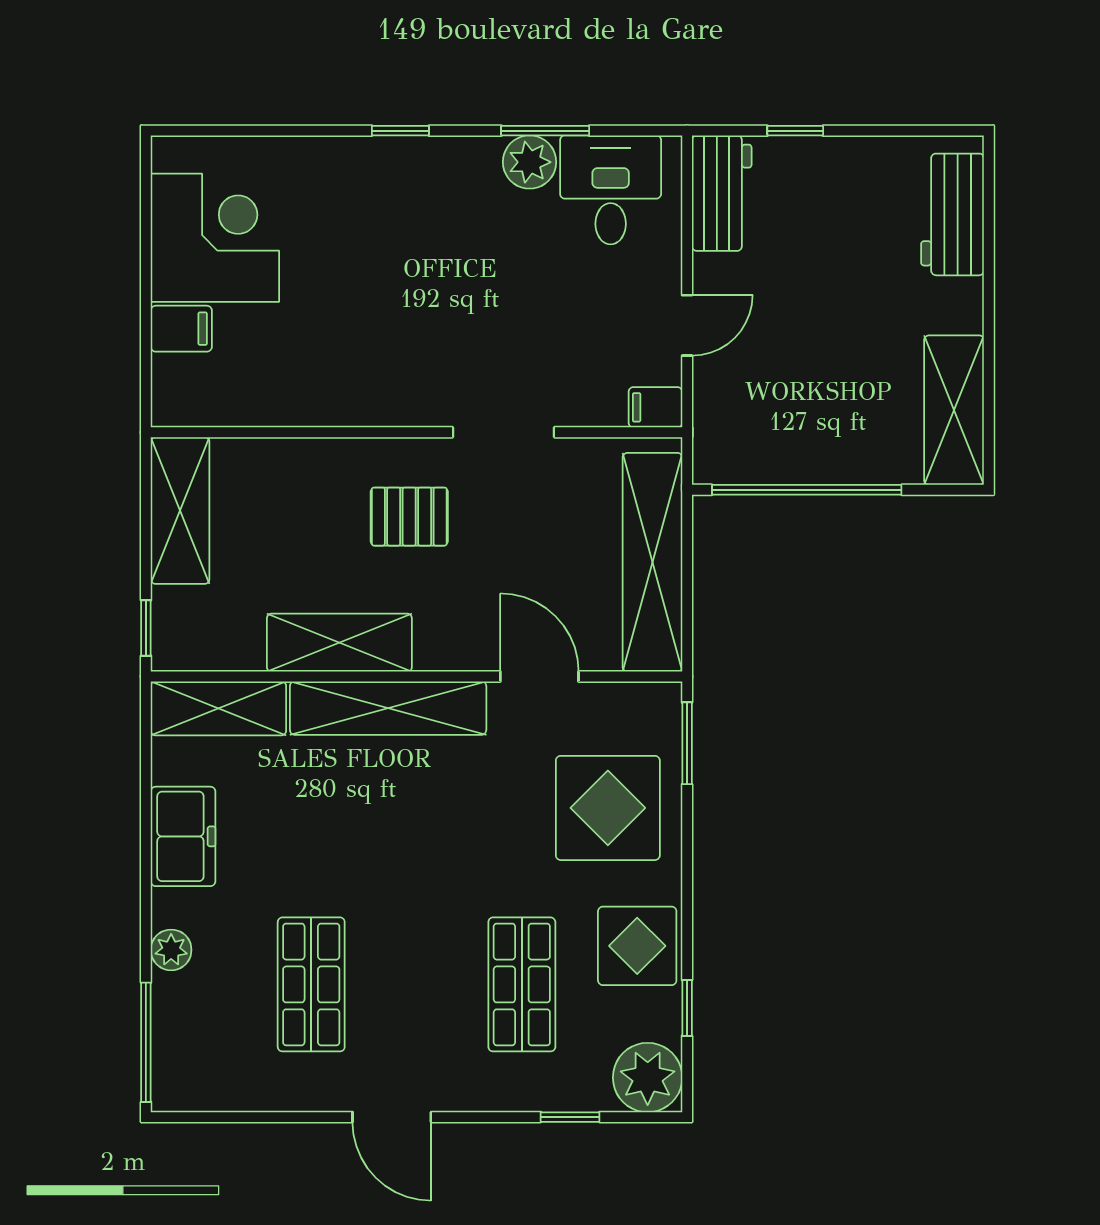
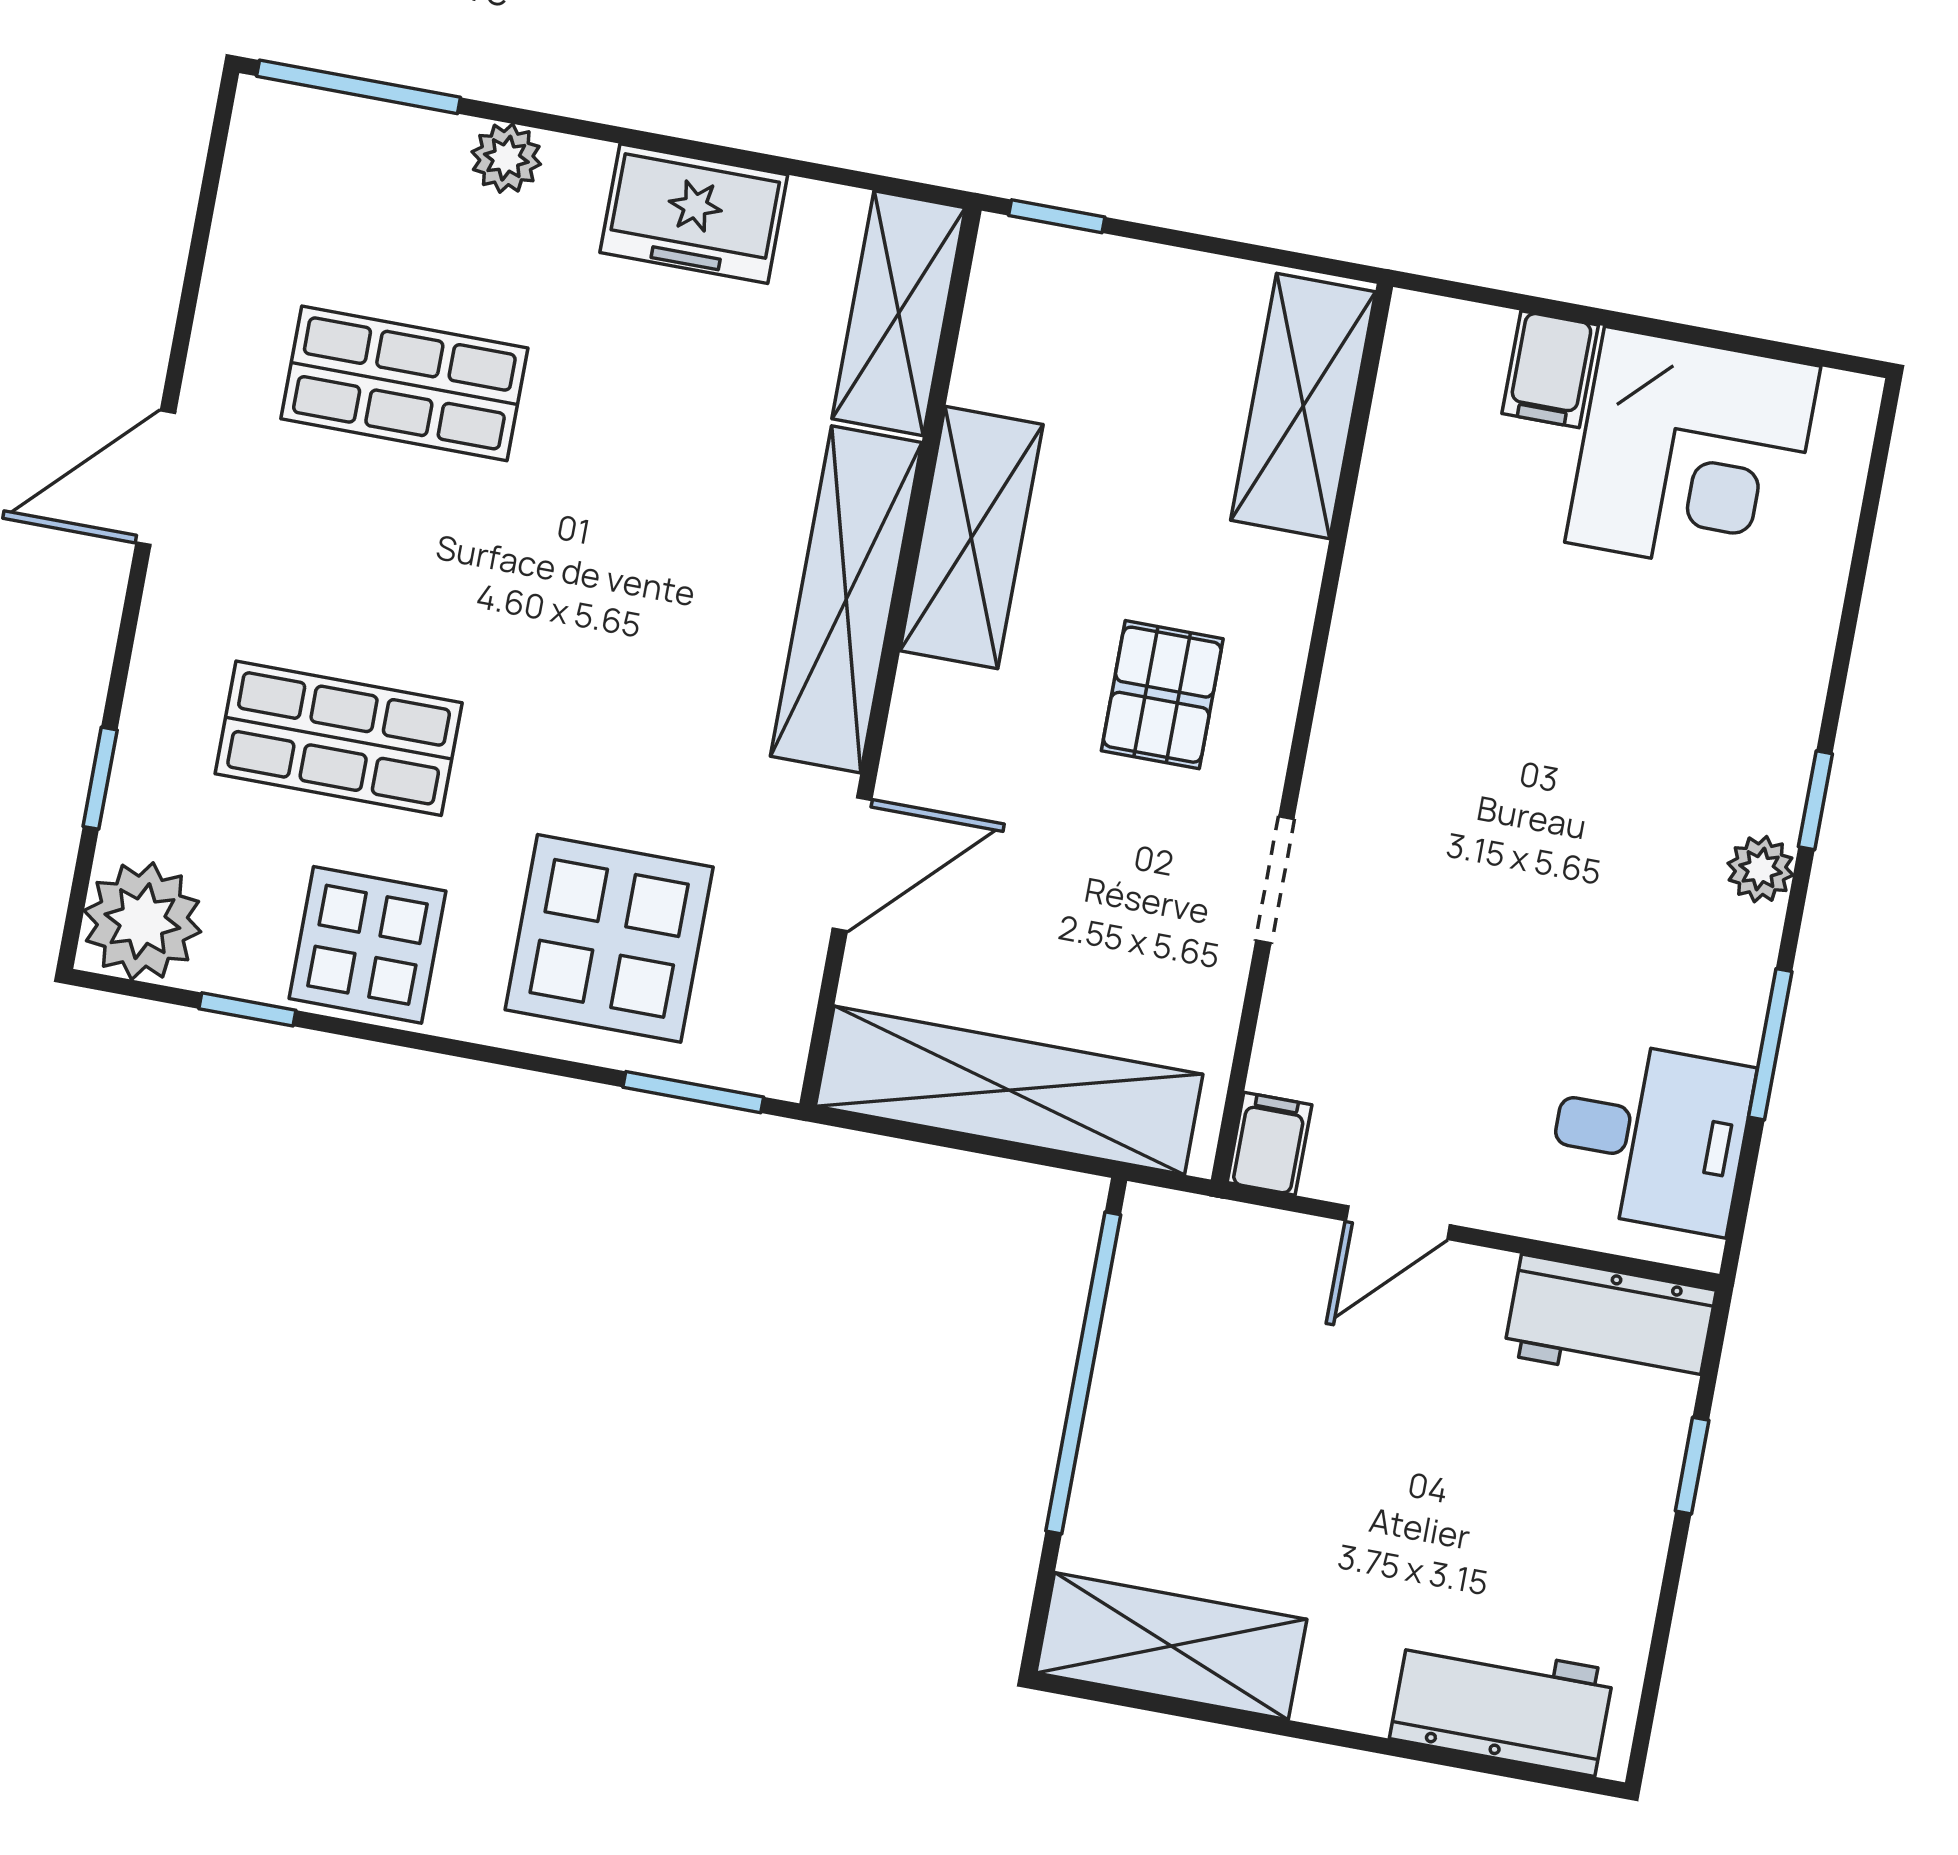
plant: (530, 162) -> (1761, 869), moved, width x0.73, depth x0.73
door: (687, 325) -> (1398, 1223), hinge flipped
doorway: (504, 432) -> (1275, 880), width x0.73
shelving: (180, 510) -> (1303, 406), moved, turned 90

